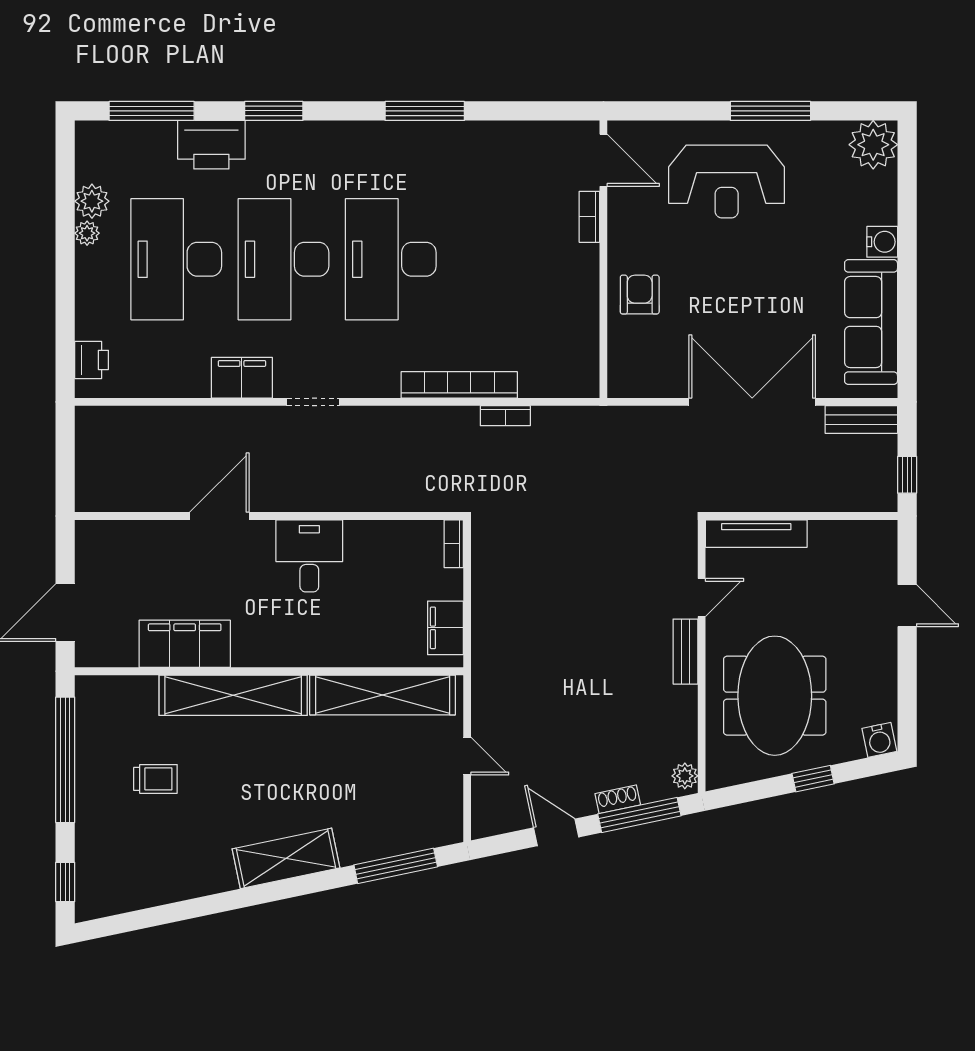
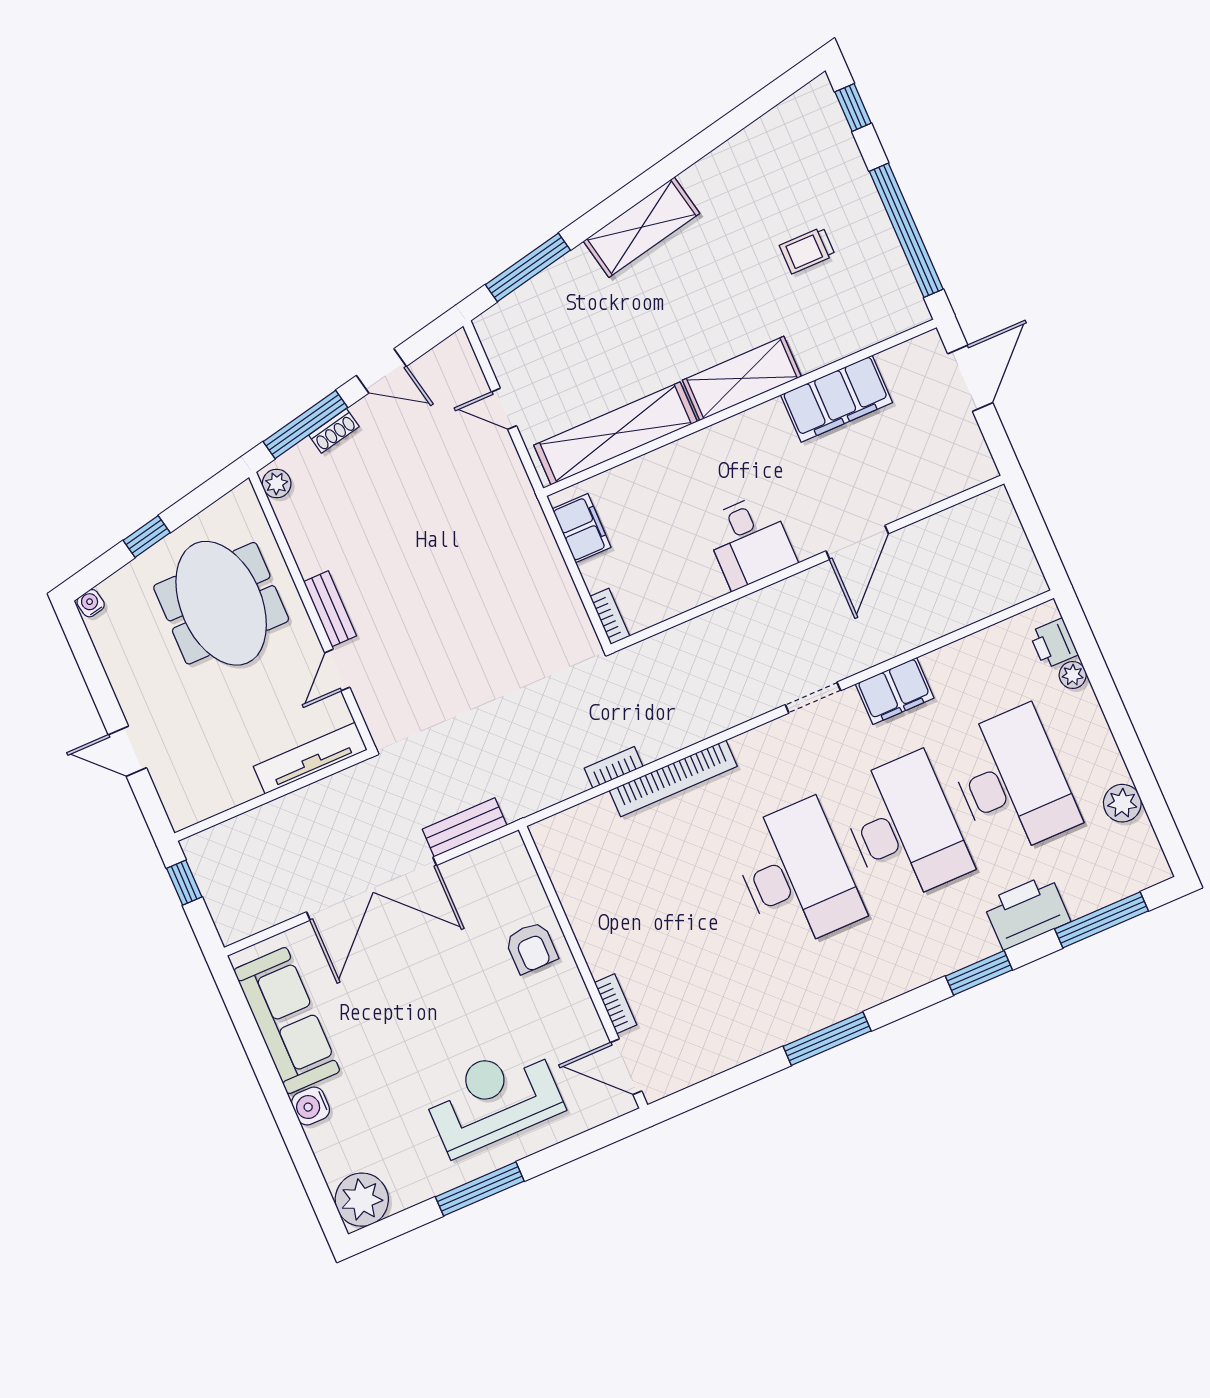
plant: (87, 233) -> (1073, 675), moved
bench: (861, 420) -> (465, 827), moved
shelving: (233, 695) -> (742, 378), width x0.68
water cooler: (879, 740) -> (91, 603), width x0.72, depth x0.72

